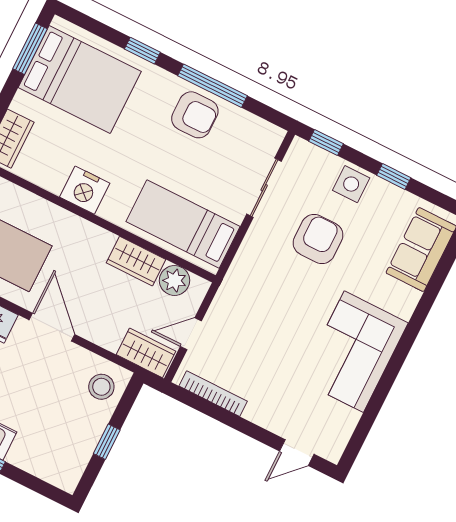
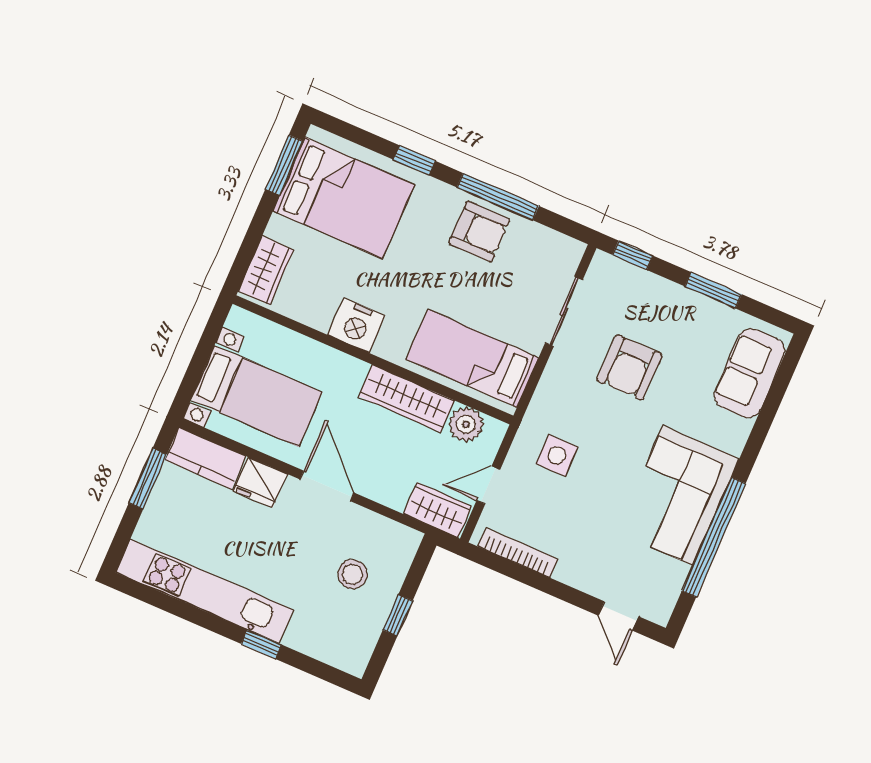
window: (394, 176) -> (713, 290), width x1.50
side table: (351, 184) -> (557, 455), moved
armchair: (318, 239) -> (630, 367), turned 180
wardrobe: (136, 261) -> (407, 398), width x1.50
stool: (101, 387) -> (352, 574), moved
window: (383, 389) -> (714, 537), added
door: (297, 453) -> (618, 616), hinge flipped

